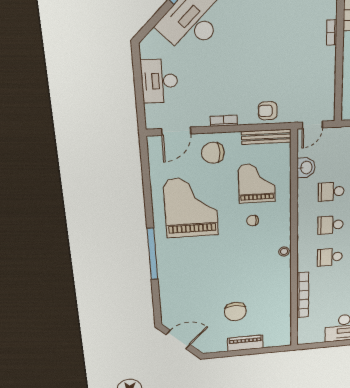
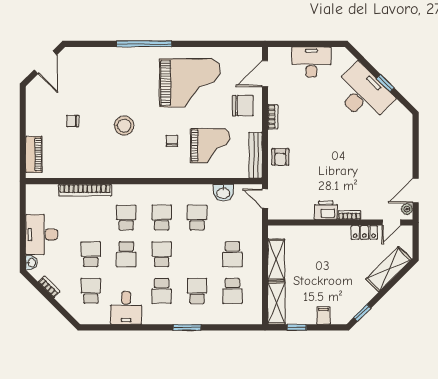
printer: (326, 59) -> (326, 210), added
armchair: (268, 111) -> (280, 157), turned 180
door: (176, 131) -> (265, 74), hinge flipped
chair: (213, 153) -> (243, 106), turned 90
stool: (284, 252) -> (124, 126), moved, width x1.89, depth x1.89
chair: (235, 312) -> (72, 121), width x0.54, depth x0.54
piano: (245, 343) -> (34, 154), moved

